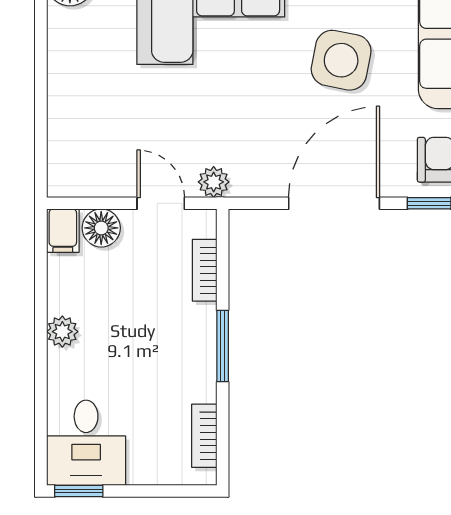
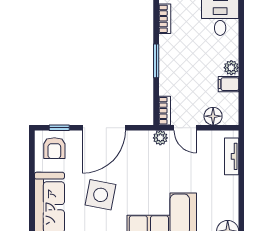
tv unit: (62, 142) -> (232, 156), added
filing cabinet: (63, 231) -> (228, 84), moved, turned -90
bookcase: (205, 270) -> (165, 111), moved

